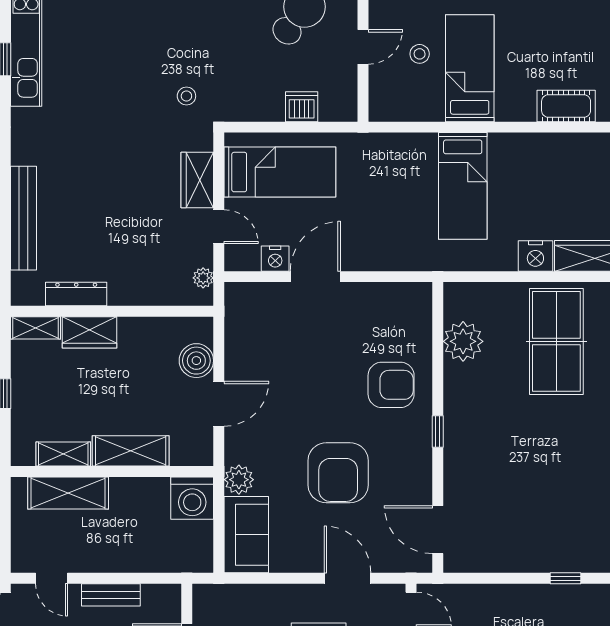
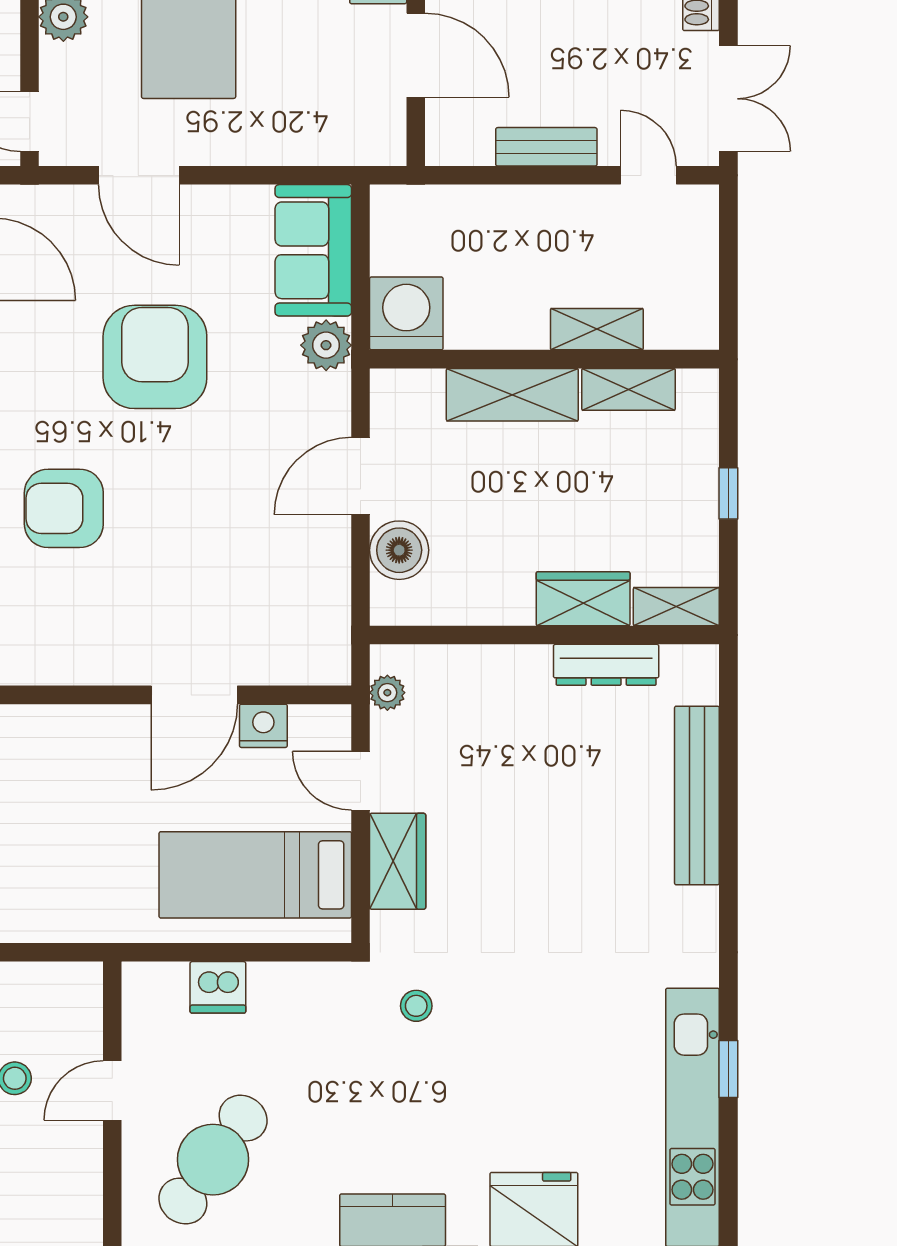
shelving: (68, 493) -> (597, 329), width x0.67, depth x0.75

